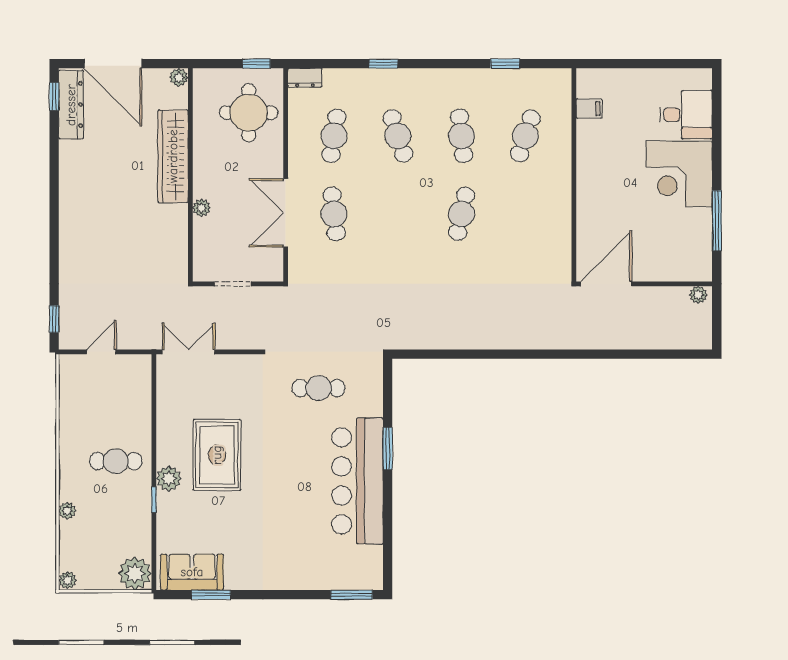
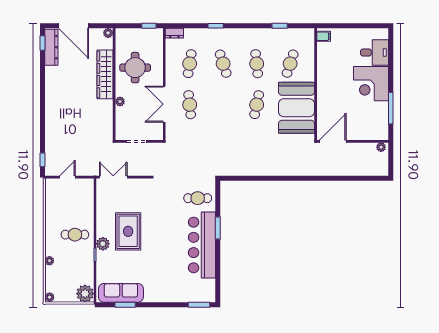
filing cabinet: (589, 109) -> (324, 36), moved
round table: (249, 113) -> (135, 68), moved
booth: (537, 220) -> (296, 108), added
cafe table: (319, 388) -> (198, 198), moved
sofa: (192, 572) -> (121, 293), width x1.36

